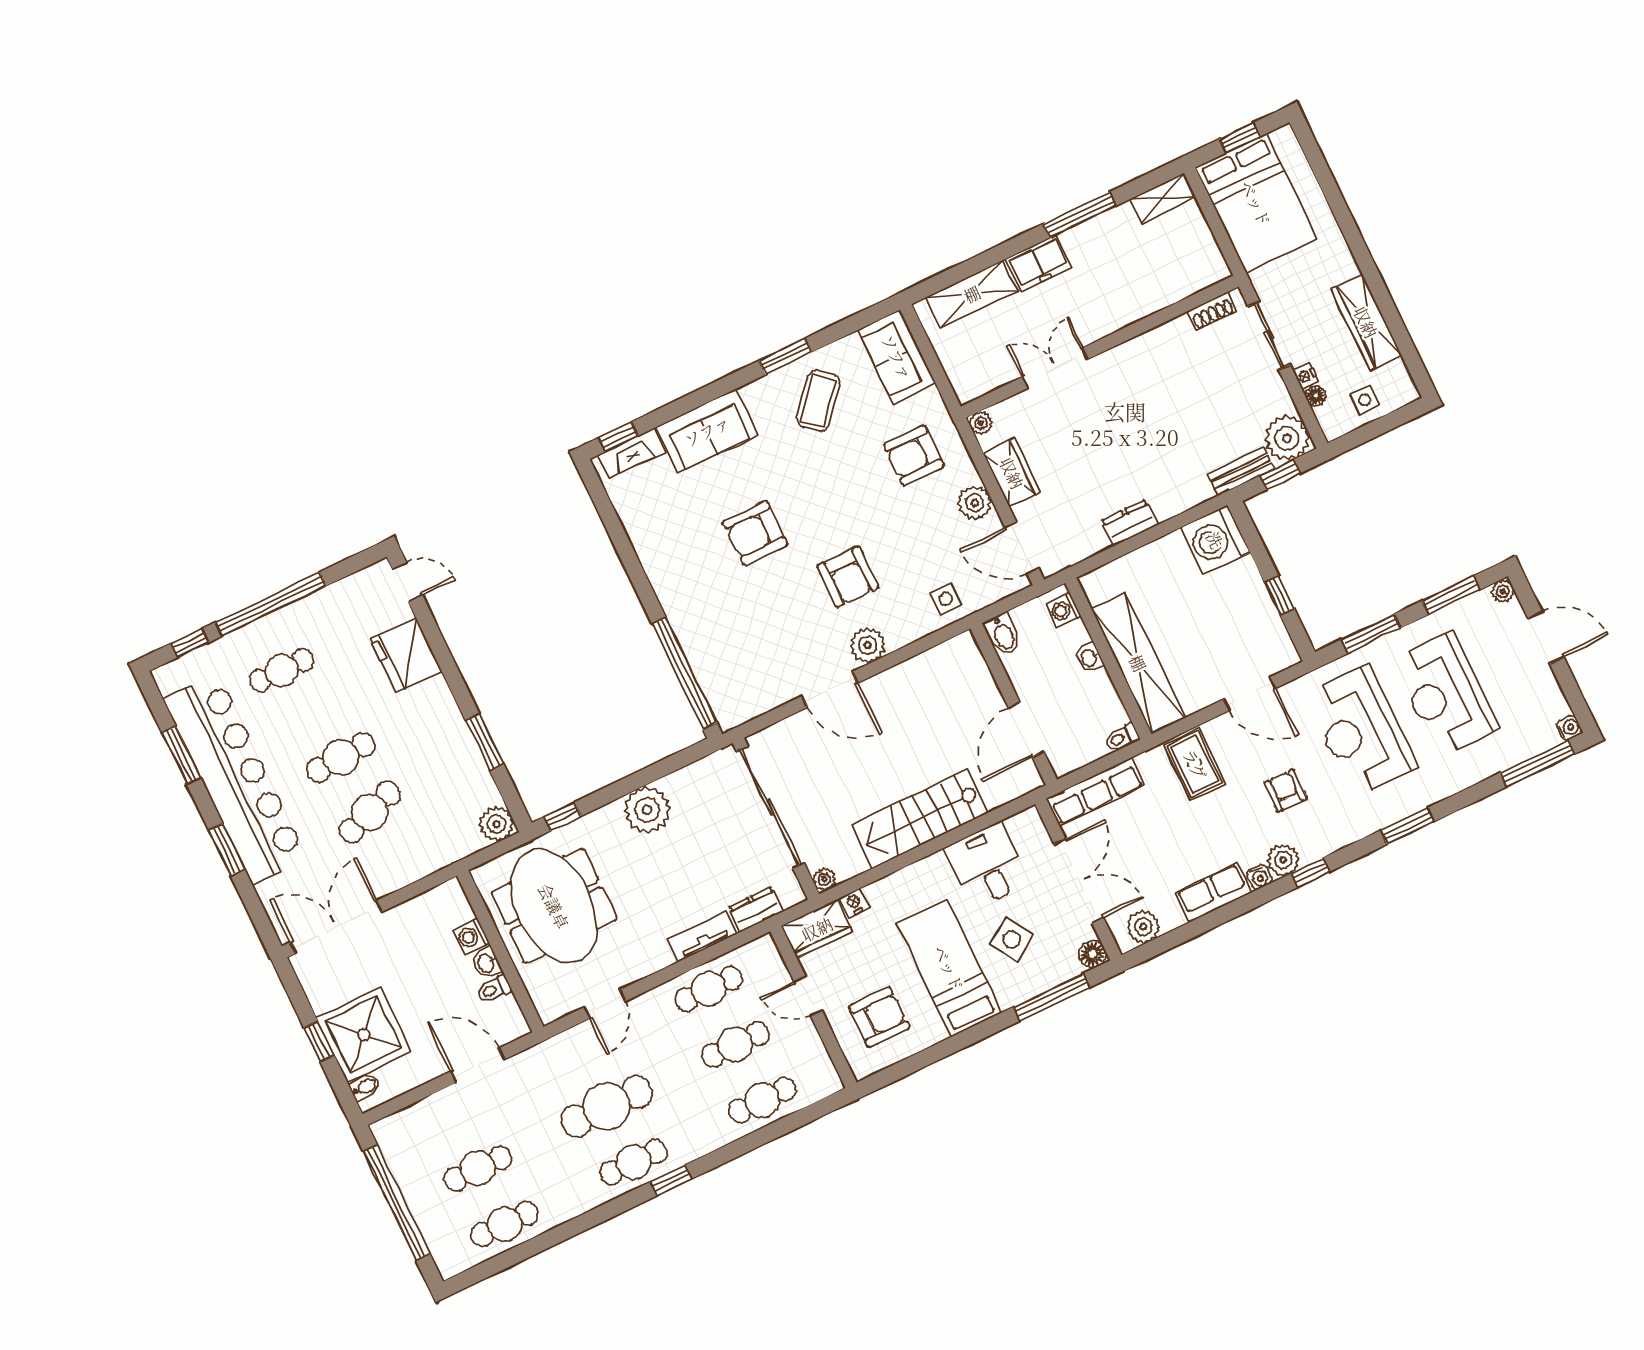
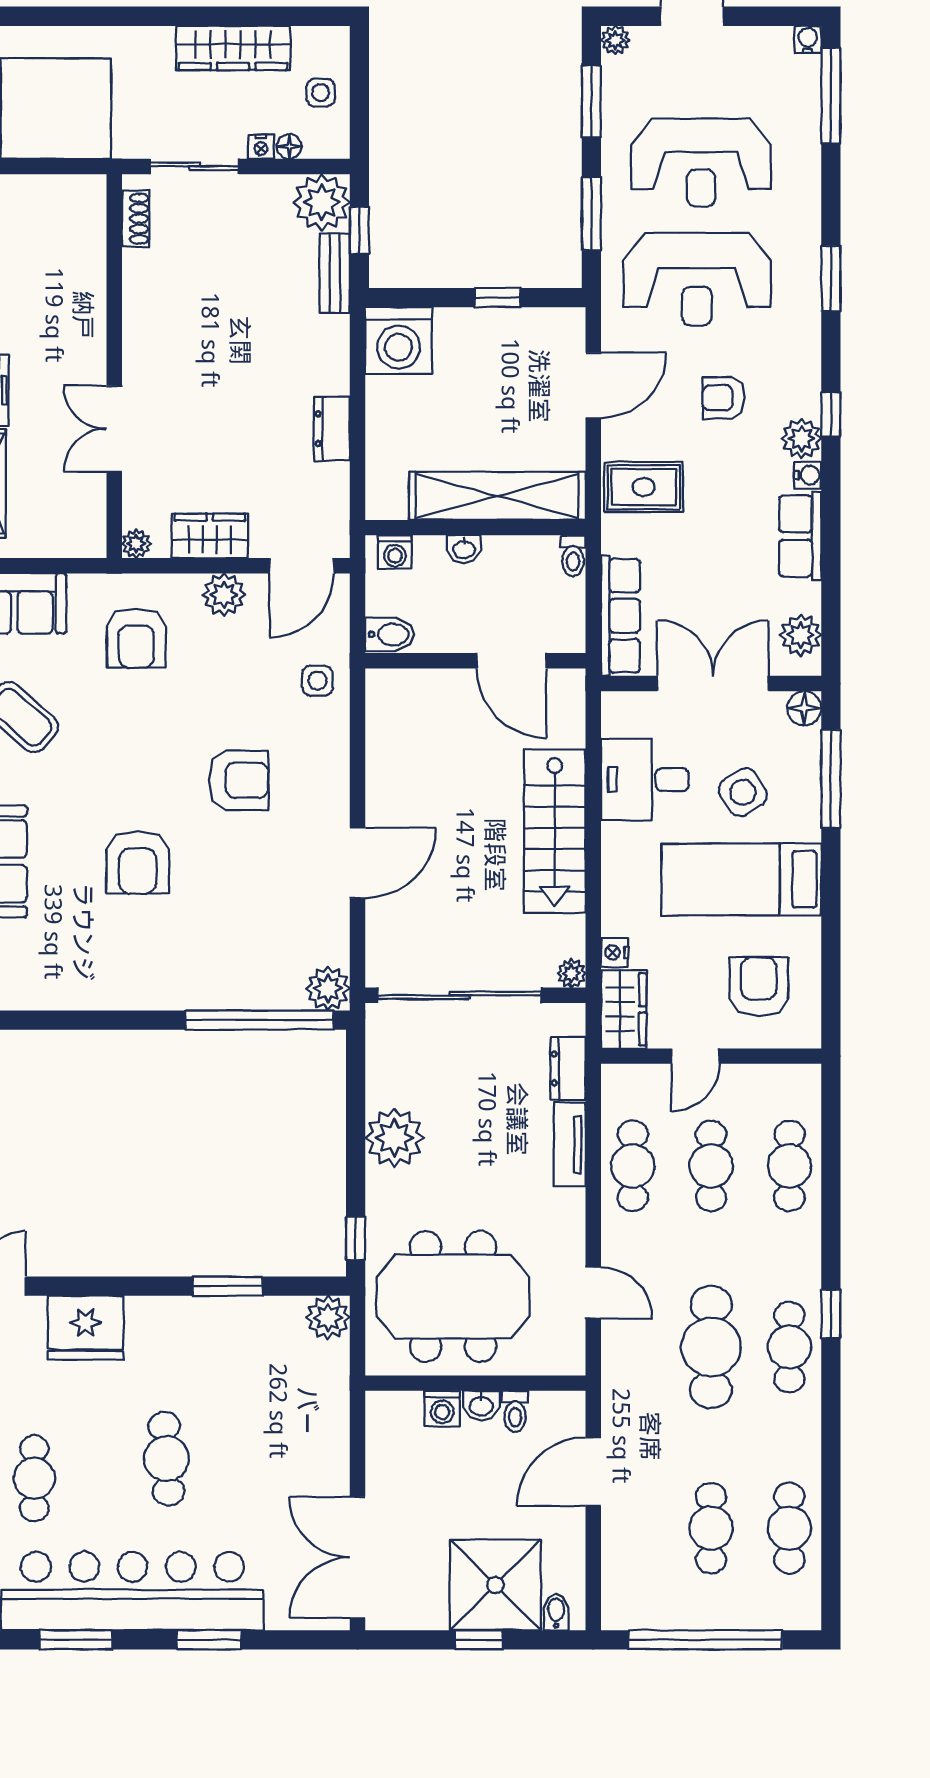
plant: (868, 645) -> (328, 989), moved
cafe table: (370, 812) -> (245, 1456), removed

